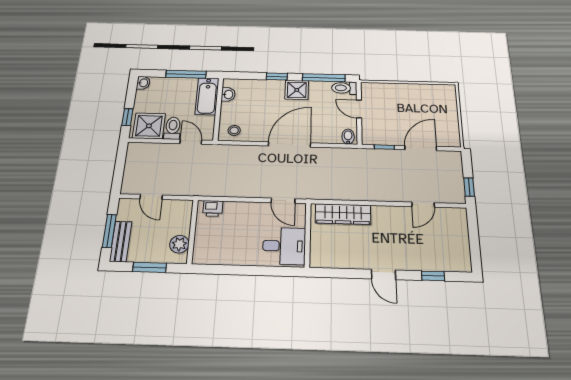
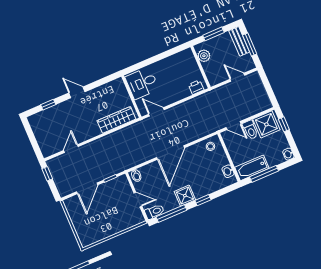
bathtub: (207, 96) -> (252, 168), moved, turned -90

